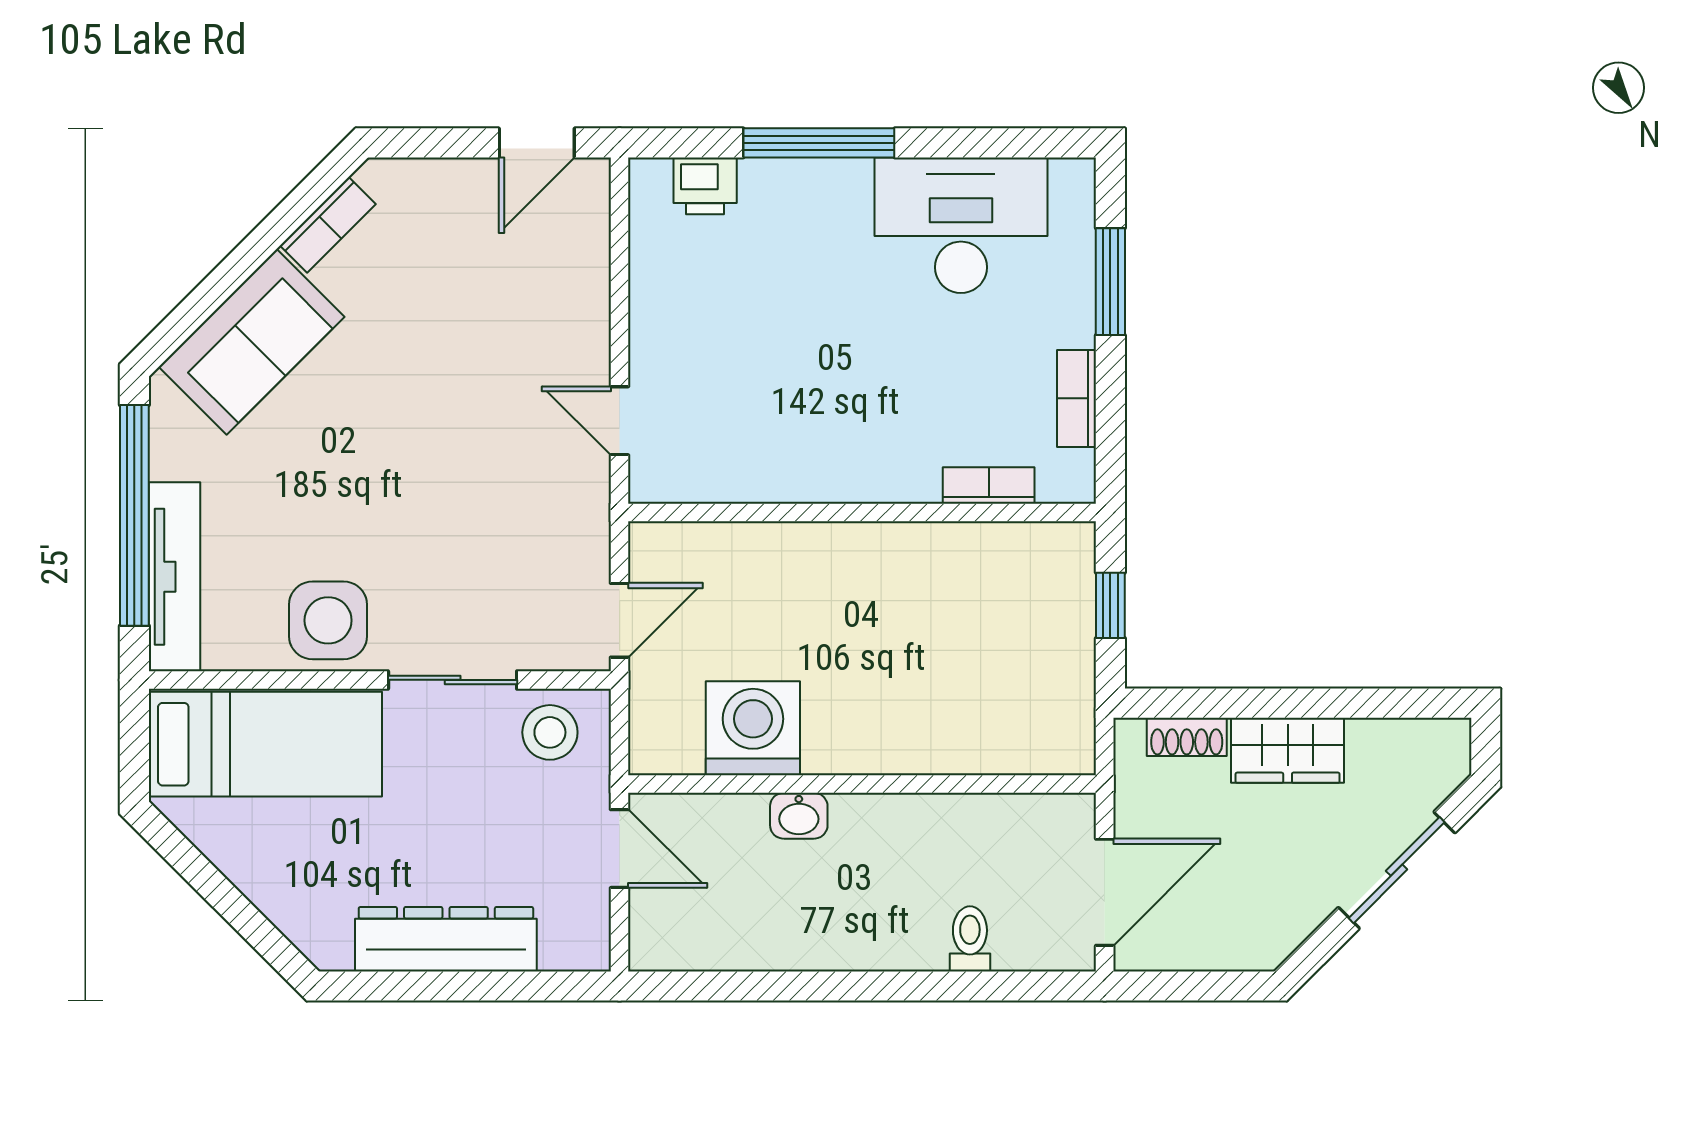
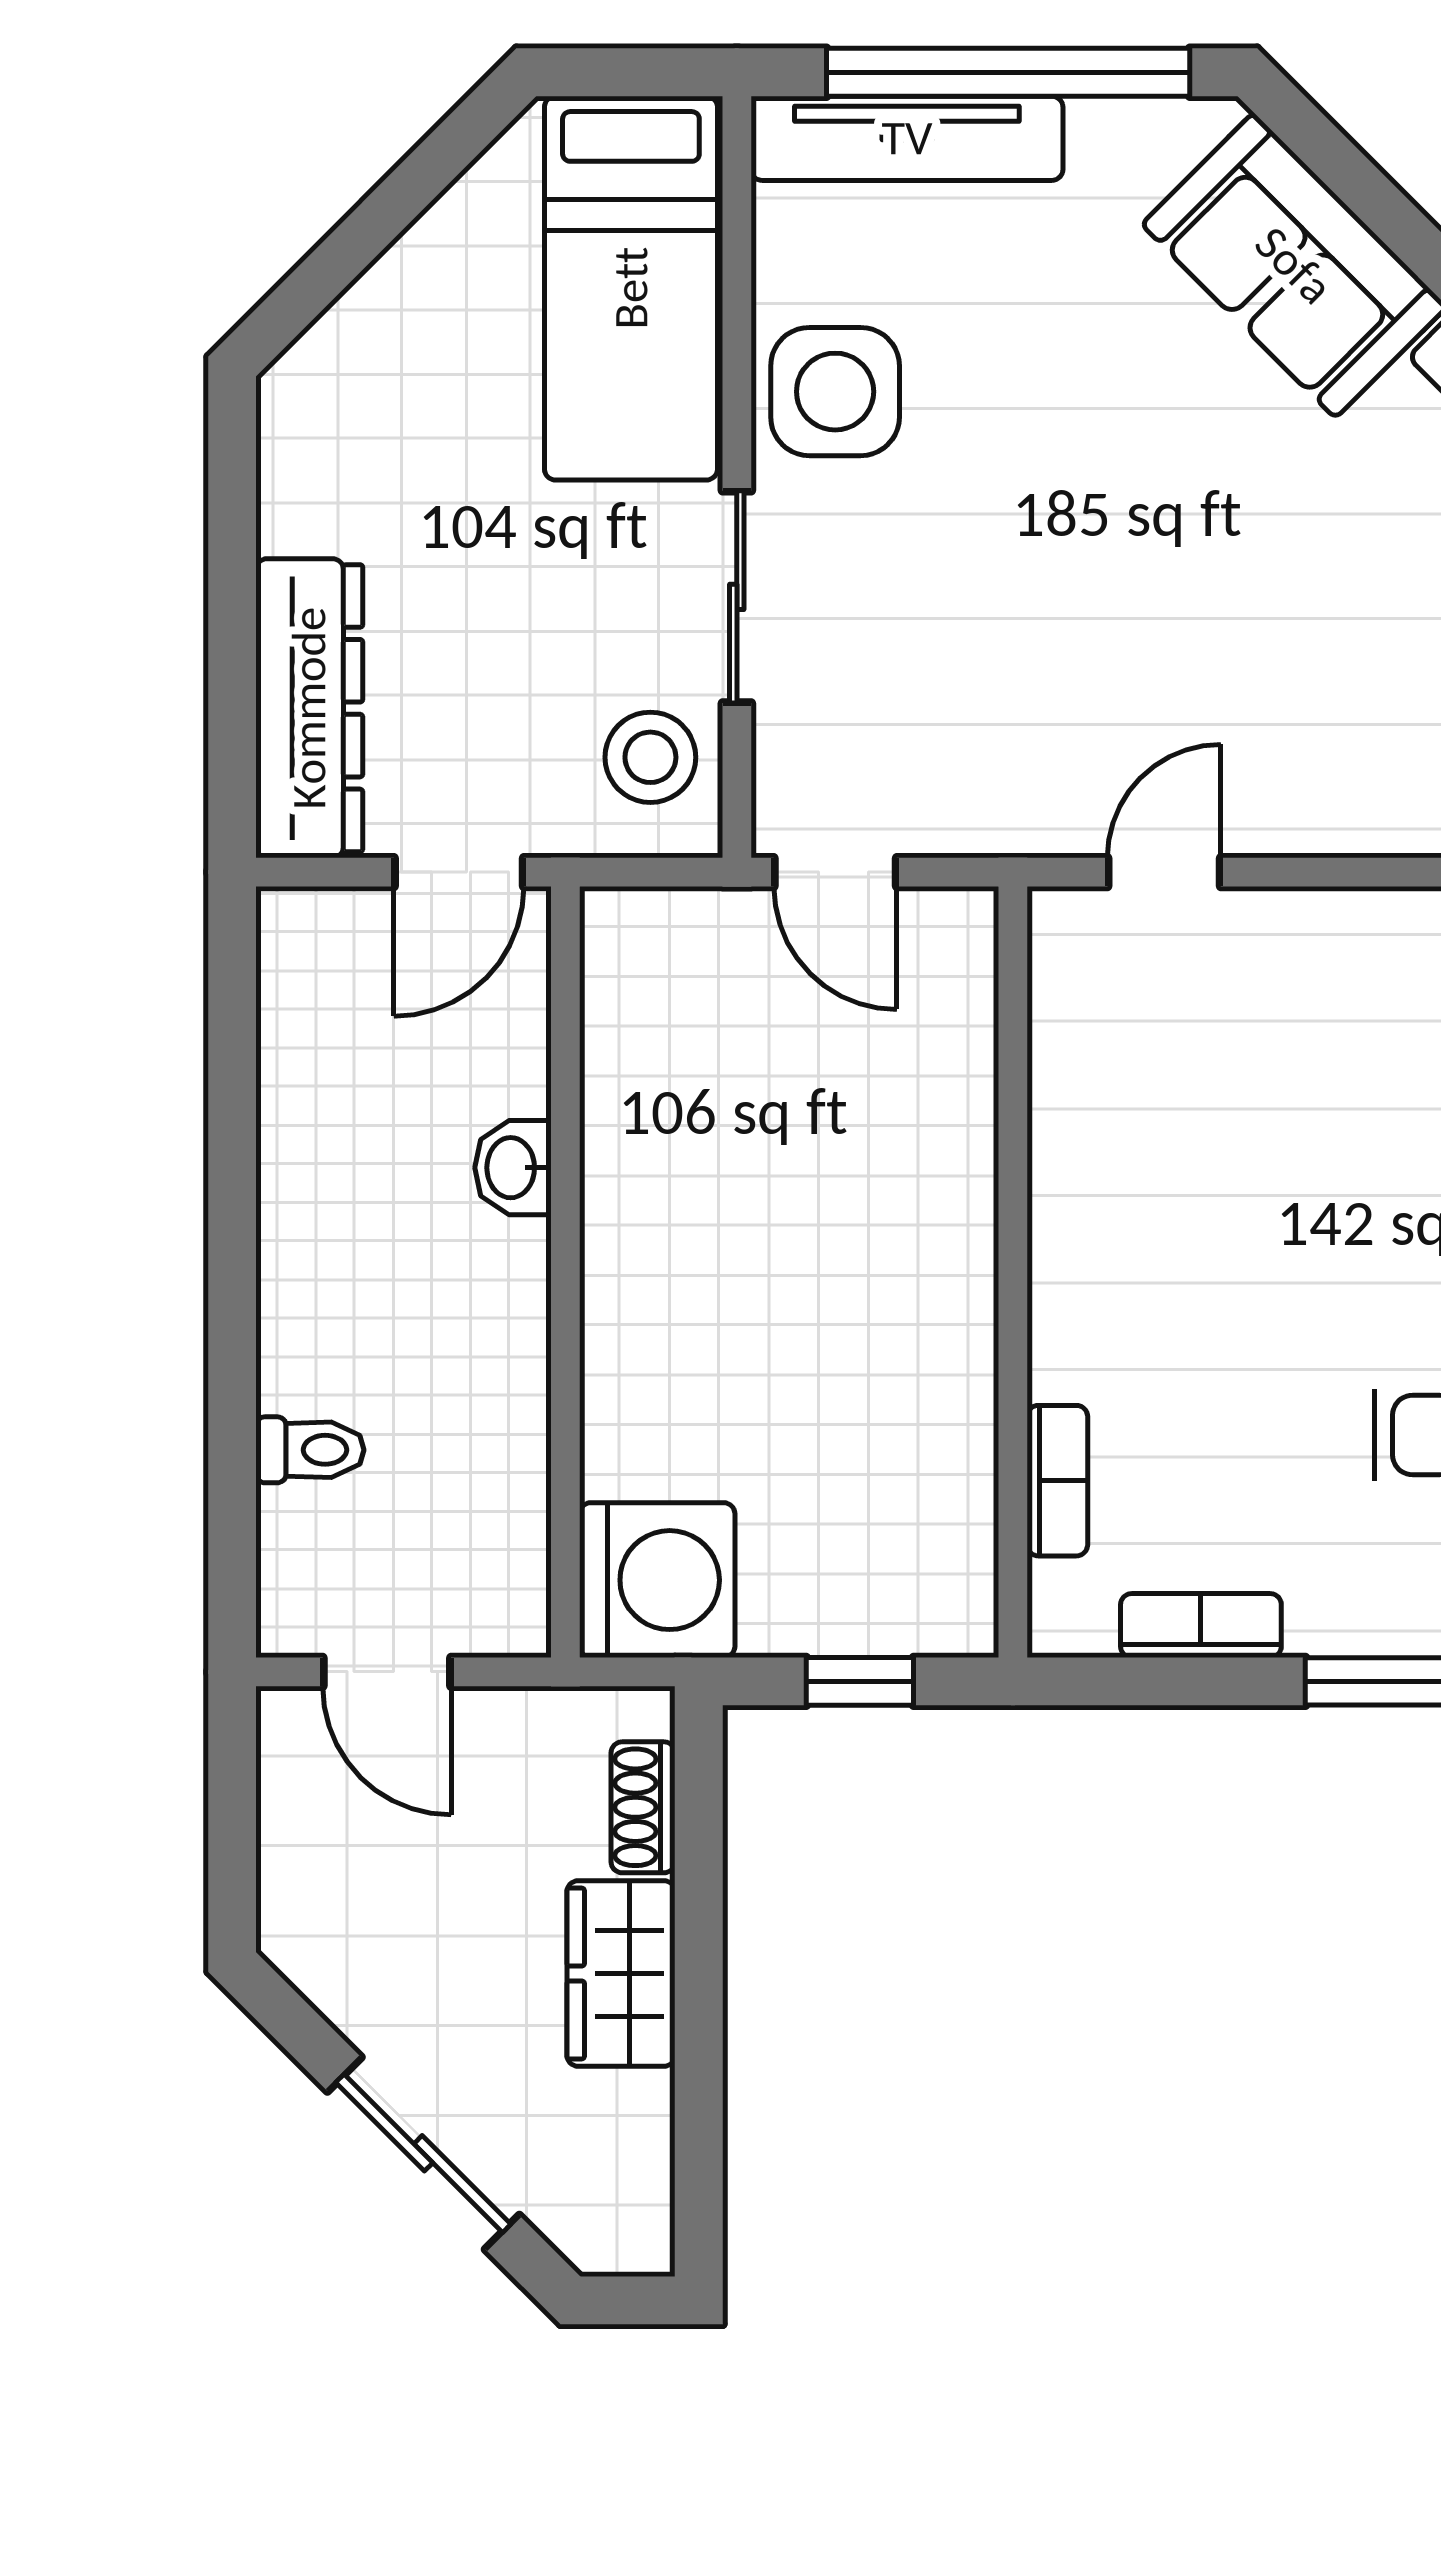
washing machine: (753, 728) -> (657, 1580), moved
door: (1105, 892) -> (387, 1672), width x0.73
dresser: (446, 939) -> (309, 708), moved

